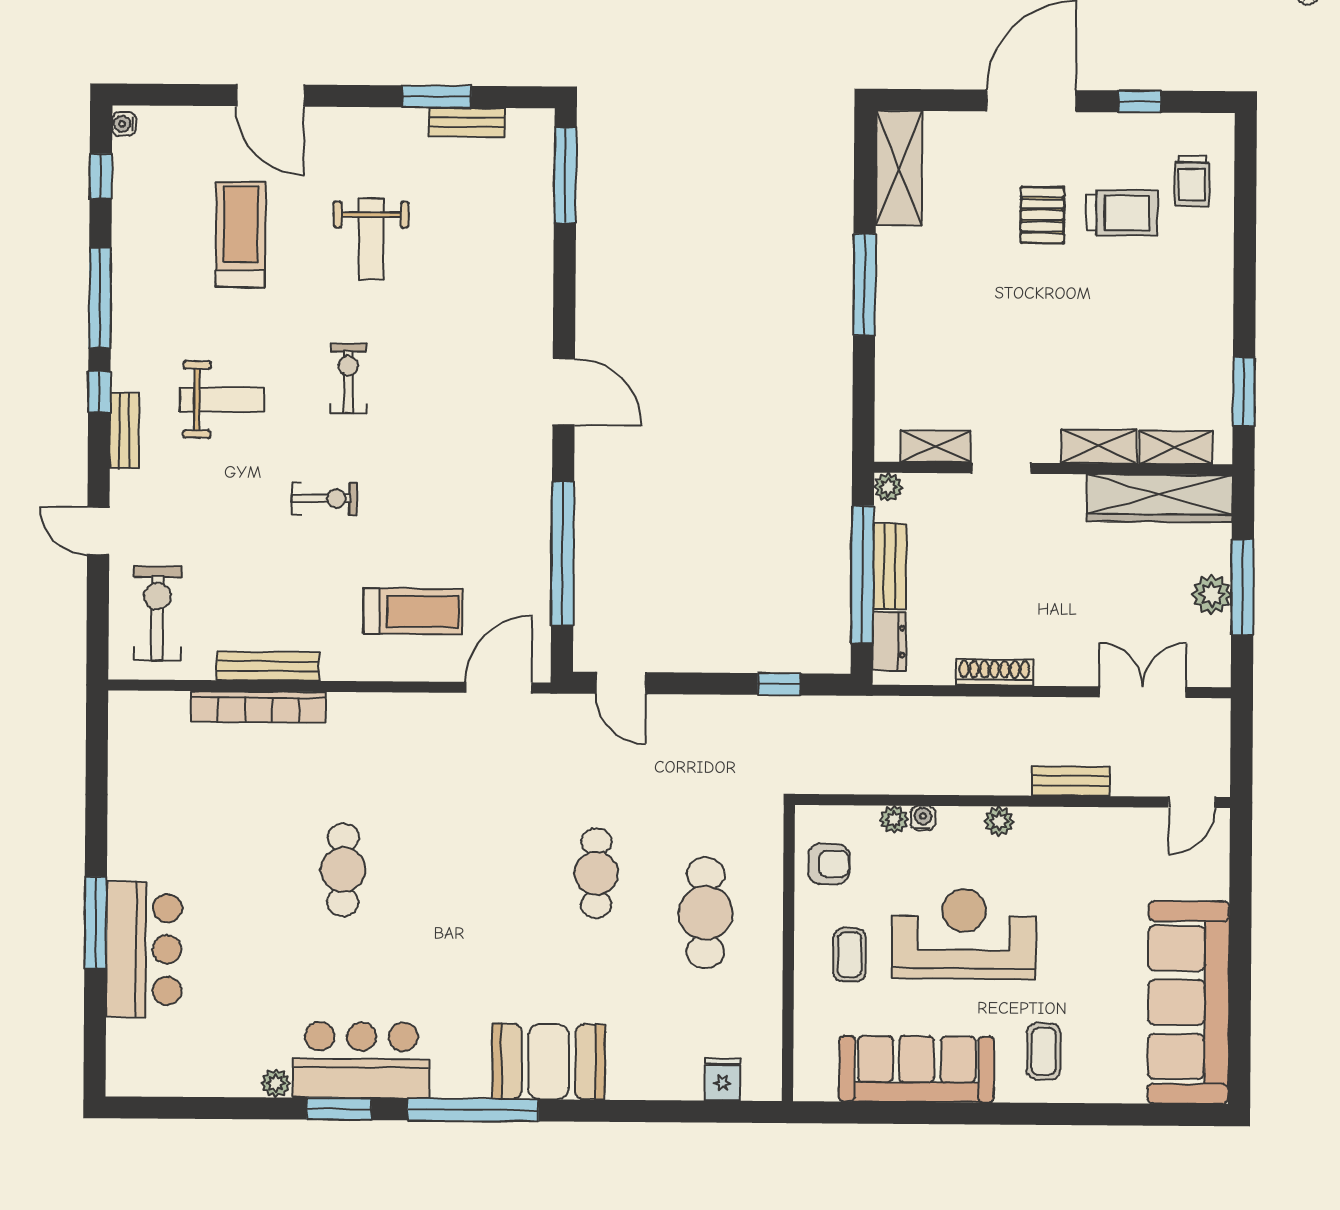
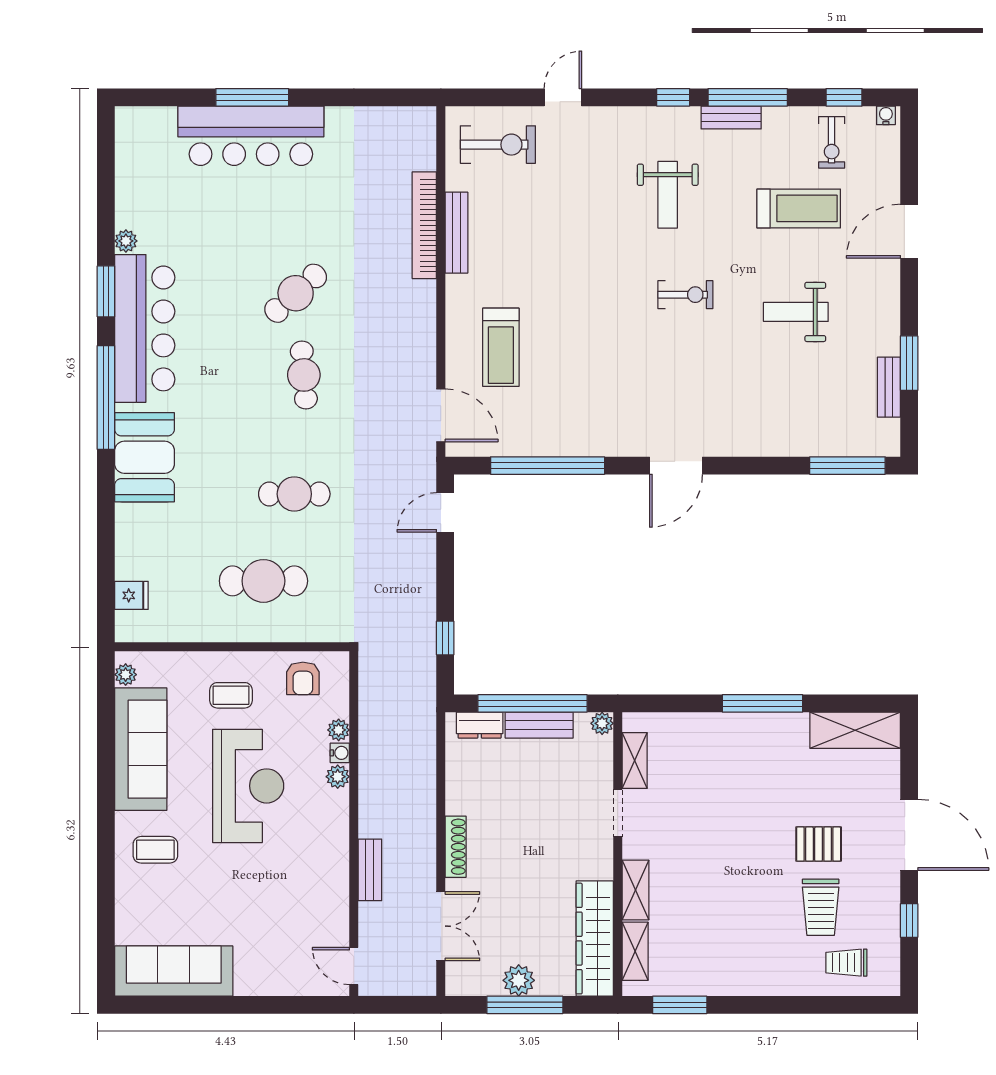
bench: (124, 430) -> (731, 117), moved
exercise bike: (325, 499) -> (832, 142), moved
shoe rack: (994, 673) -> (456, 847), moved
plant: (999, 821) -> (338, 777), moved
cafe table: (446, 860) -> (304, 375), added
cafe table: (343, 870) -> (296, 293), turned -42
bar counter: (144, 949) -> (251, 136), width x1.36
sofa: (1188, 1002) -> (174, 971), width x0.74, depth x0.79
bar counter: (361, 1060) -> (145, 328), width x1.36
plant: (822, 1088) -> (126, 675), added

